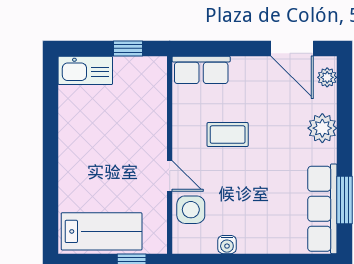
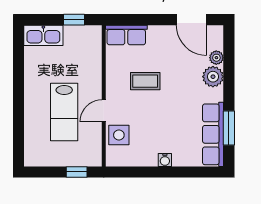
plant: (327, 77) -> (216, 58), moved
door: (170, 176) -> (104, 111), swing flipped
lab bench: (102, 231) -> (64, 112), moved, turned 90
water cooler: (227, 245) -> (165, 160), moved

